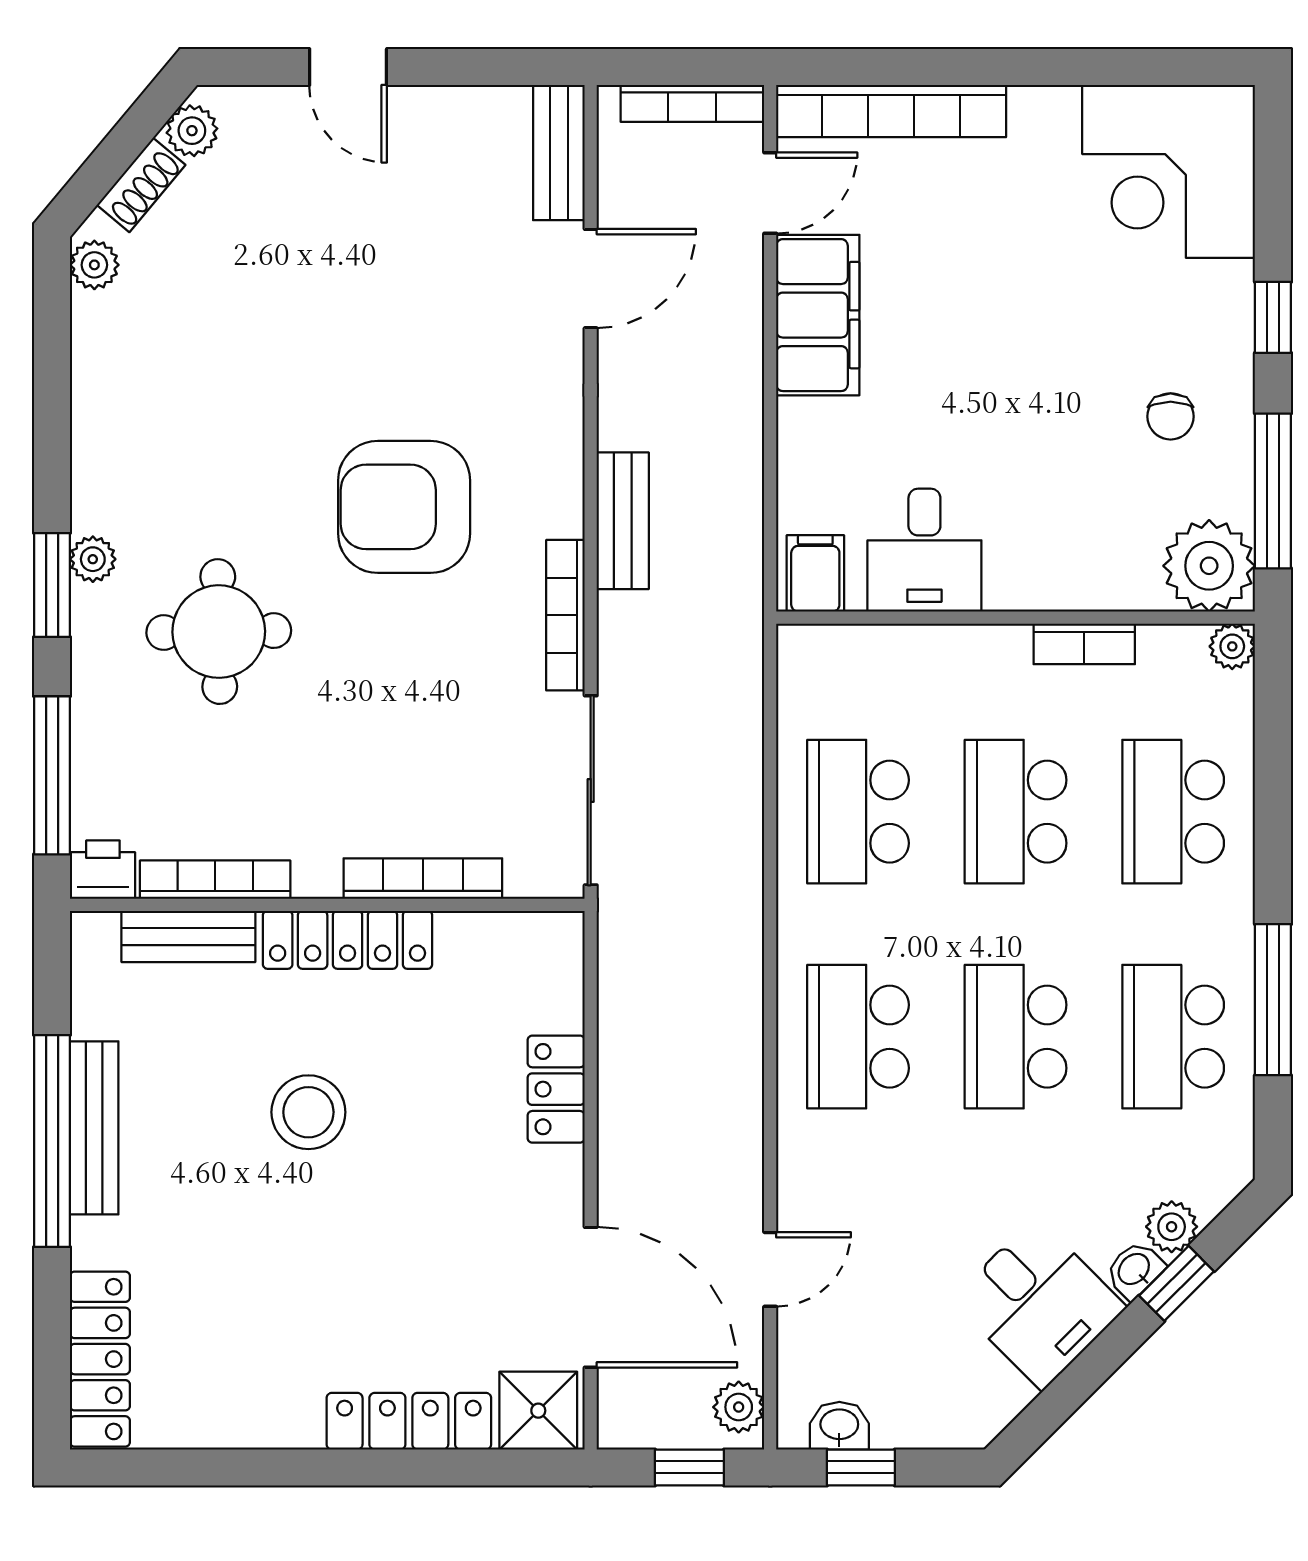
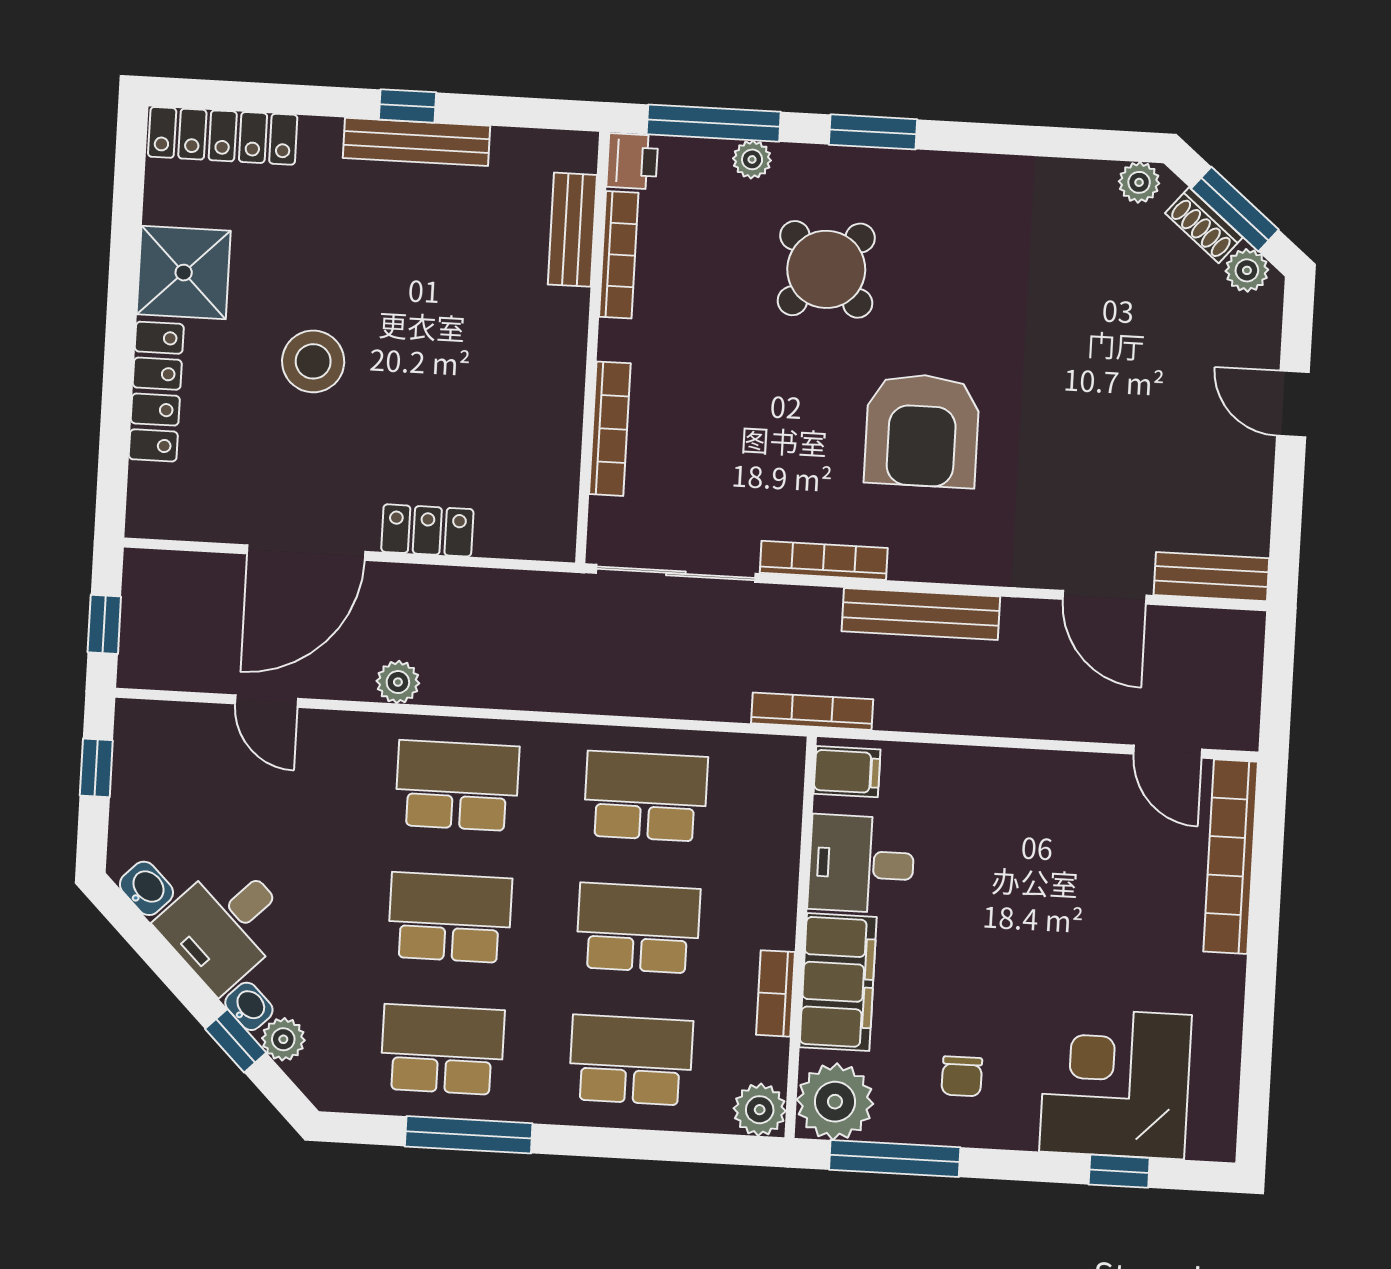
door: (348, 67) -> (1293, 404), hinge flipped
bookcase: (692, 103) -> (812, 711), moved, turned 90
window: (120, 149) -> (1235, 209), added
corner desk: (1169, 171) -> (1115, 1083), moved
filing cabinet: (818, 315) -> (838, 982), moved, turned -90
window: (1273, 317) -> (1119, 1171), moved
chair: (1171, 416) -> (962, 1076), turned -90
armchair: (404, 507) -> (922, 430), turned 180
bench: (623, 521) -> (921, 614), width x1.36
plant: (93, 559) -> (752, 159), moved
round table: (219, 632) -> (826, 269), turned 45
plant: (1232, 646) -> (760, 1110), width x1.38, depth x1.38
locker: (348, 940) -> (562, 363), removed
stool: (308, 1112) -> (313, 361), moved
window: (52, 1141) -> (408, 106), width x0.32
door: (591, 1297) -> (306, 553), moved
plant: (739, 1407) -> (398, 682), moved
shower: (538, 1411) -> (184, 273), moved, width x1.36, depth x1.36
washbasin: (839, 1426) -> (146, 888), moved, turned -45

